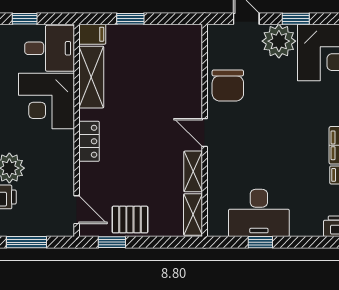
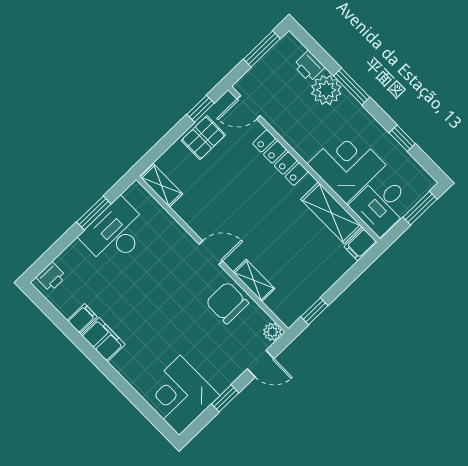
window: (25, 19) -> (420, 208), width x1.50
window: (130, 19) -> (314, 311), moved
plant: (279, 41) -> (272, 332), moved, width x0.53, depth x0.53
locker: (89, 141) -> (280, 158), width x1.53
shelving: (193, 171) -> (254, 280), moved
window: (260, 242) -> (94, 213), width x1.50

